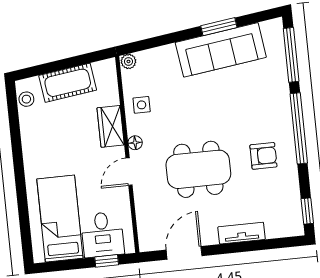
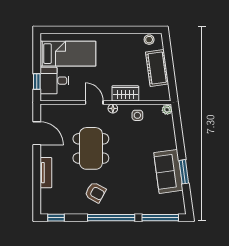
sofa: (221, 50) -> (168, 171), width x0.73
armchair: (263, 156) -> (95, 192), turned -61

